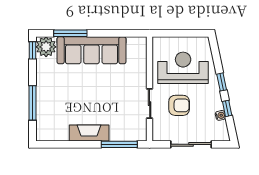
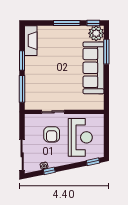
window: (222, 82) -> (93, 162), moved
window: (33, 103) -> (67, 23), moved
fireplace: (89, 133) -> (31, 41), moved
window: (82, 144) -> (22, 60), added
sliding door: (191, 144) -> (22, 155), moved

